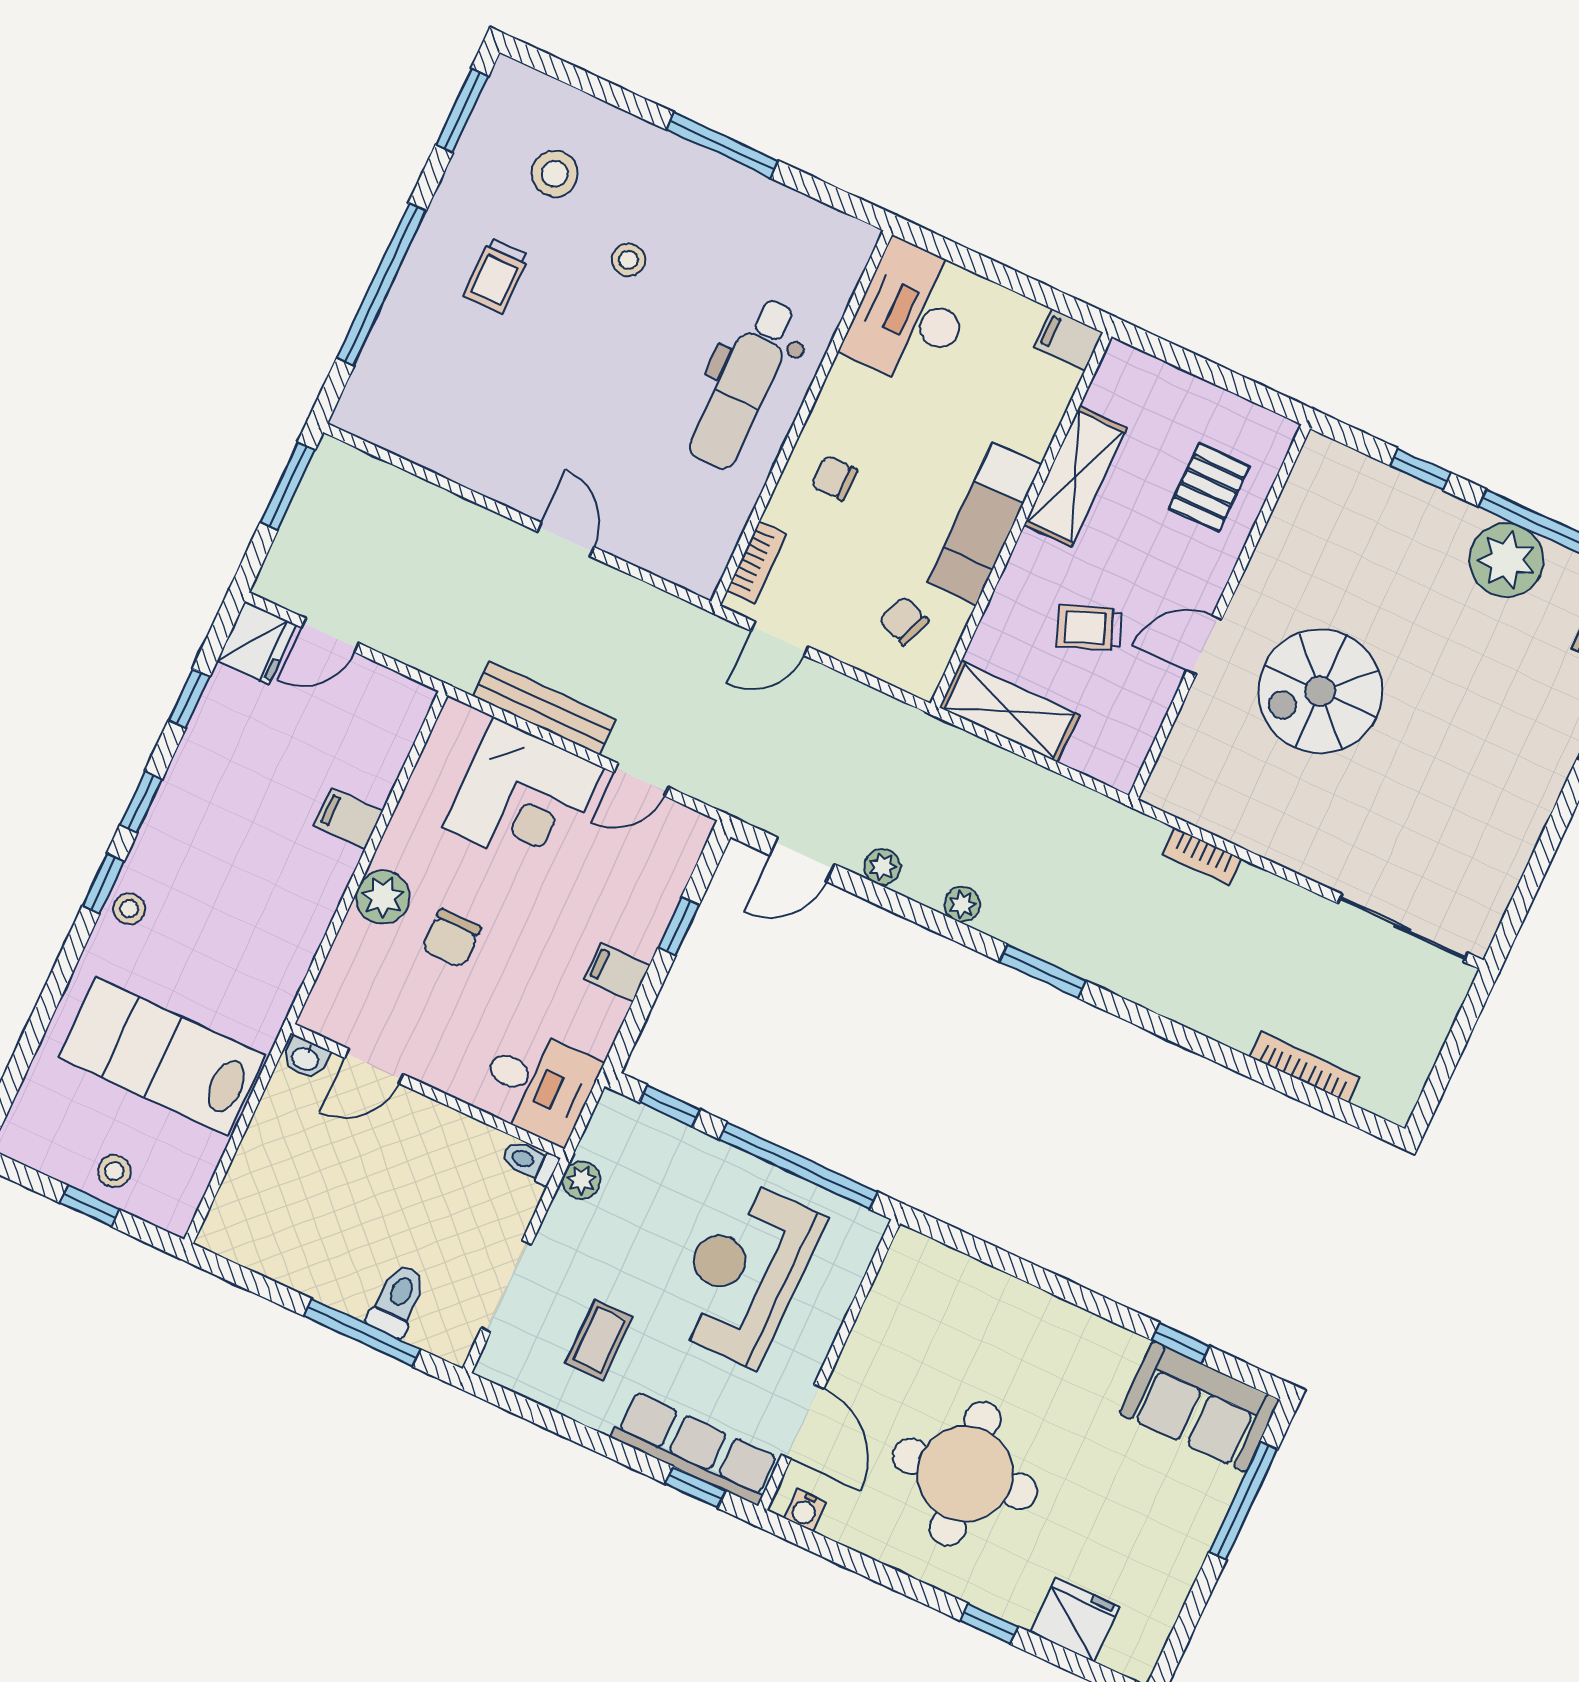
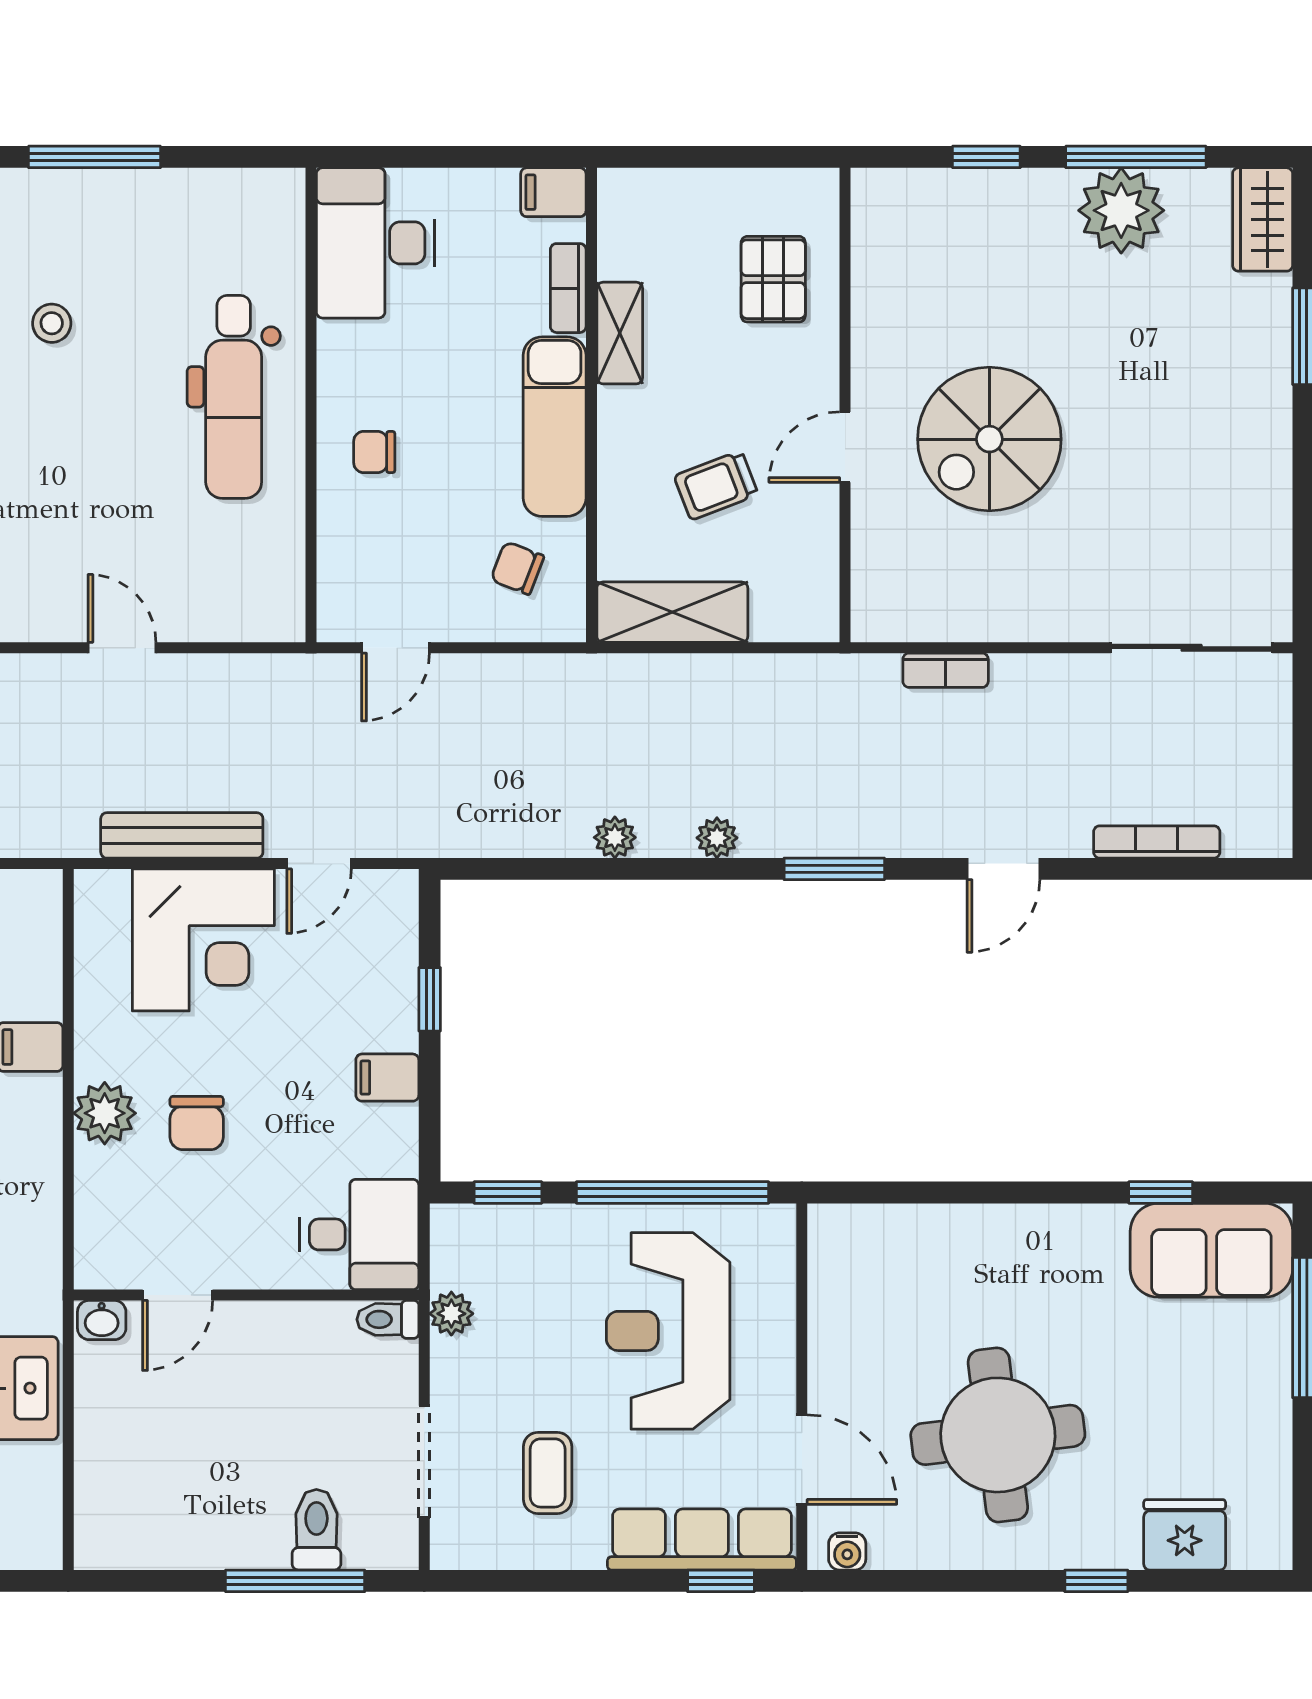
shelving: (1075, 477) -> (620, 333), width x0.67, depth x0.75
bookcase: (757, 562) -> (568, 288), moved, turned 180
door: (802, 860) -> (1003, 869), moved

